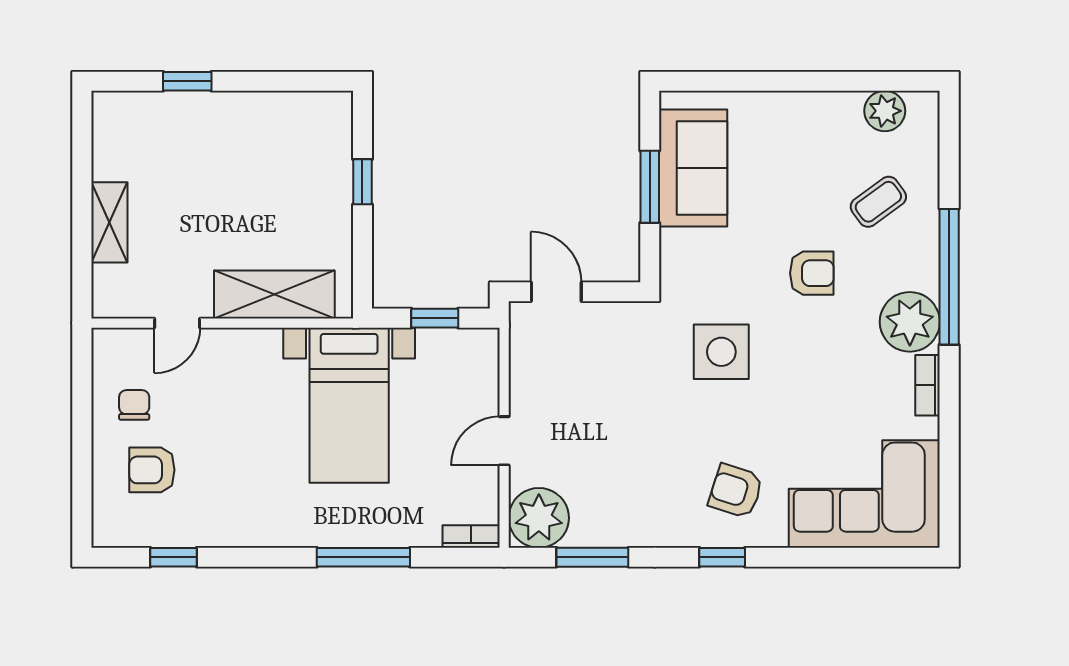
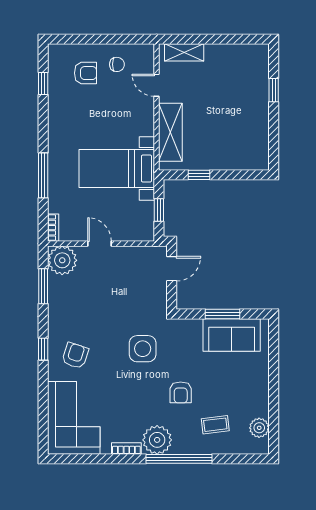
window: (362, 182) -> (199, 175), moved
coffee table: (878, 202) -> (215, 425), turned -61
shelving: (109, 222) -> (184, 52), moved
armchair: (152, 470) -> (85, 73), turned 90

